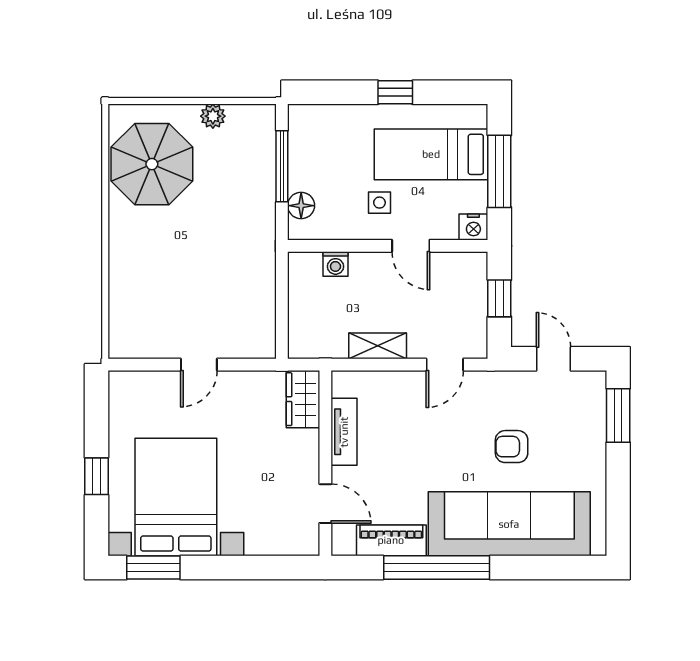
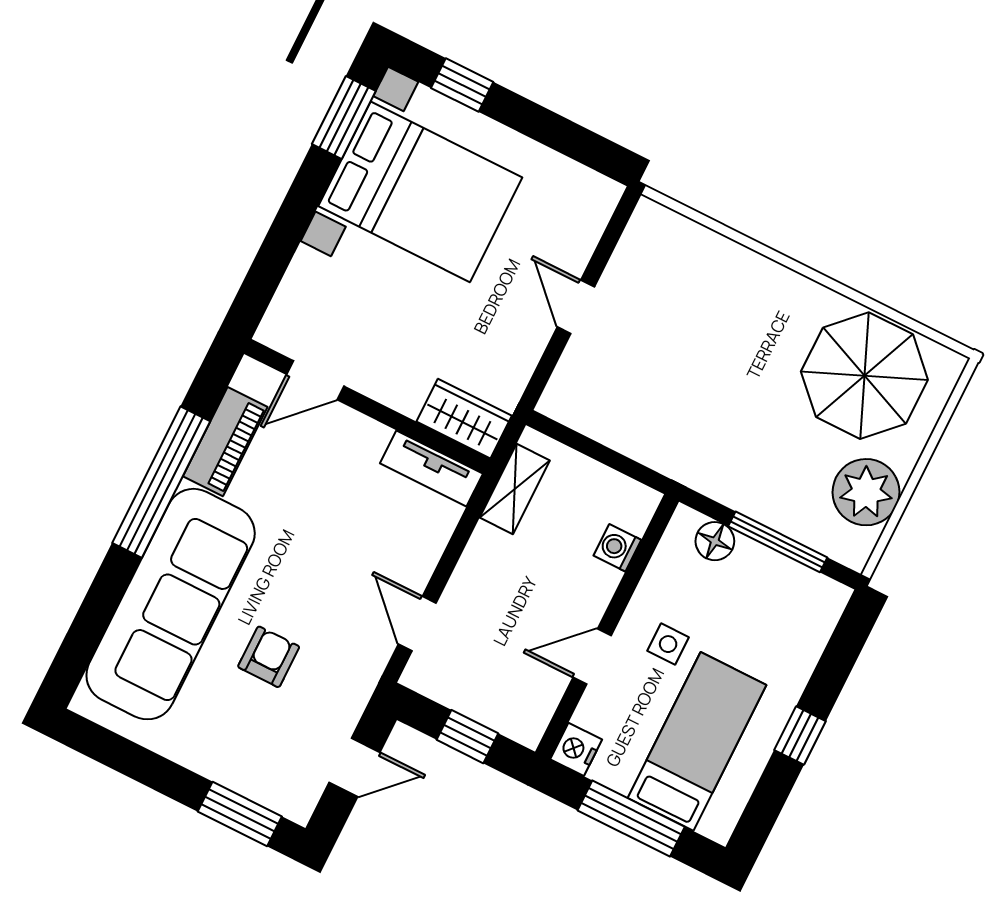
plant: (213, 116) -> (866, 492), width x1.87, depth x1.87
shelving: (378, 346) -> (515, 489), moved
tv unit: (344, 432) -> (431, 468), moved
window: (96, 476) -> (462, 85), moved

